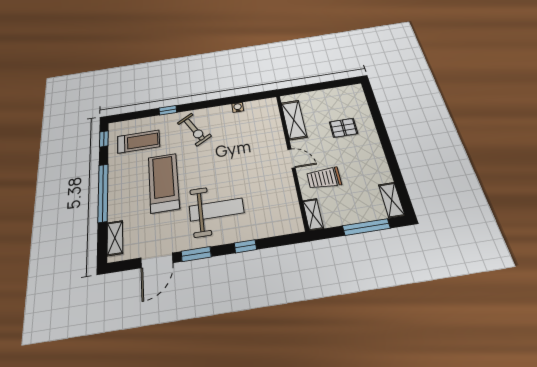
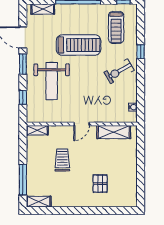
shelving: (294, 120) -> (114, 132), moved
door: (291, 158) -> (82, 124), moved
wall: (291, 158) -> (82, 124), moved
shelving: (313, 214) -> (37, 130), moved

